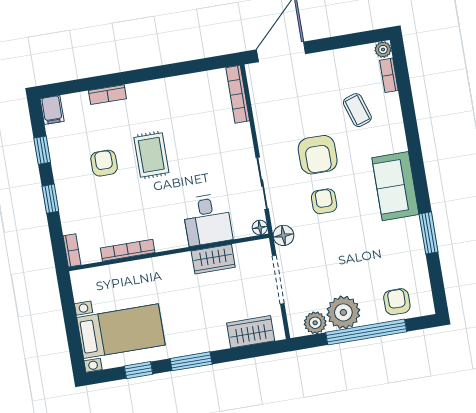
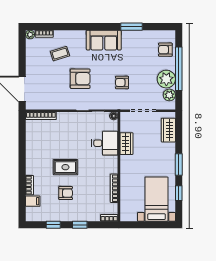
filing cabinet: (52, 110) -> (33, 201), moved
armchair: (104, 163) -> (66, 193), turned 180
armchair: (324, 201) -> (122, 82), moved
floor lamp: (283, 235) -> (120, 104), removed

